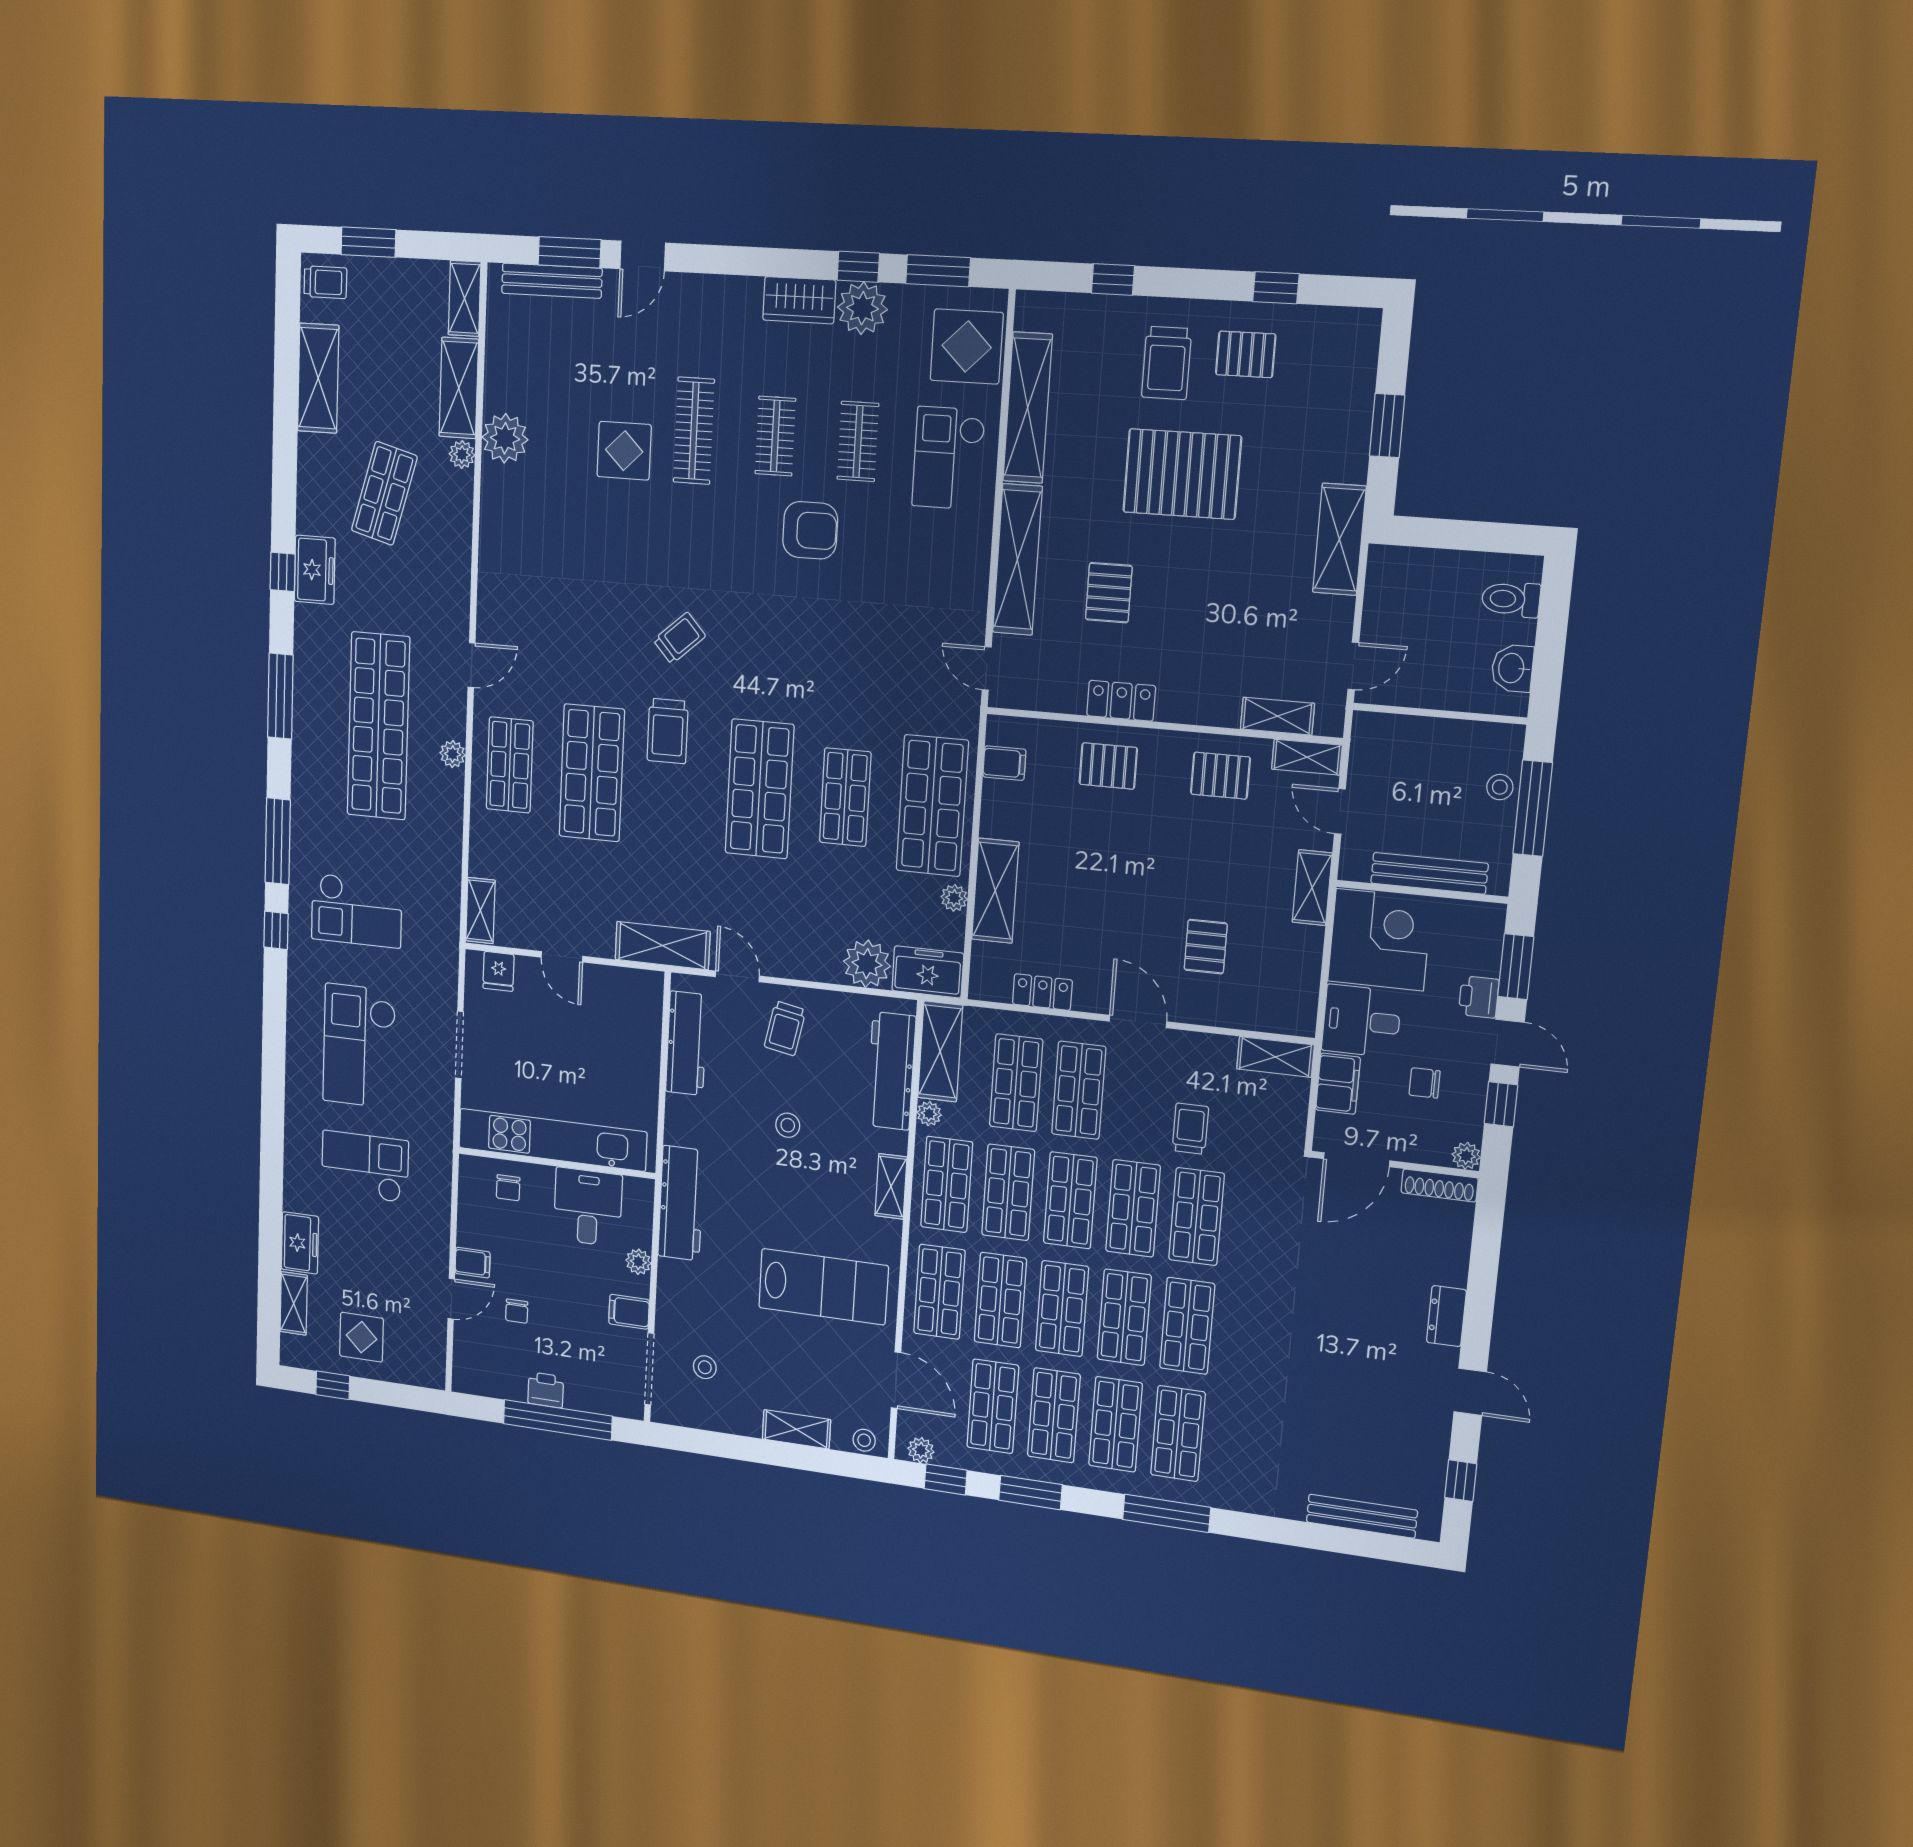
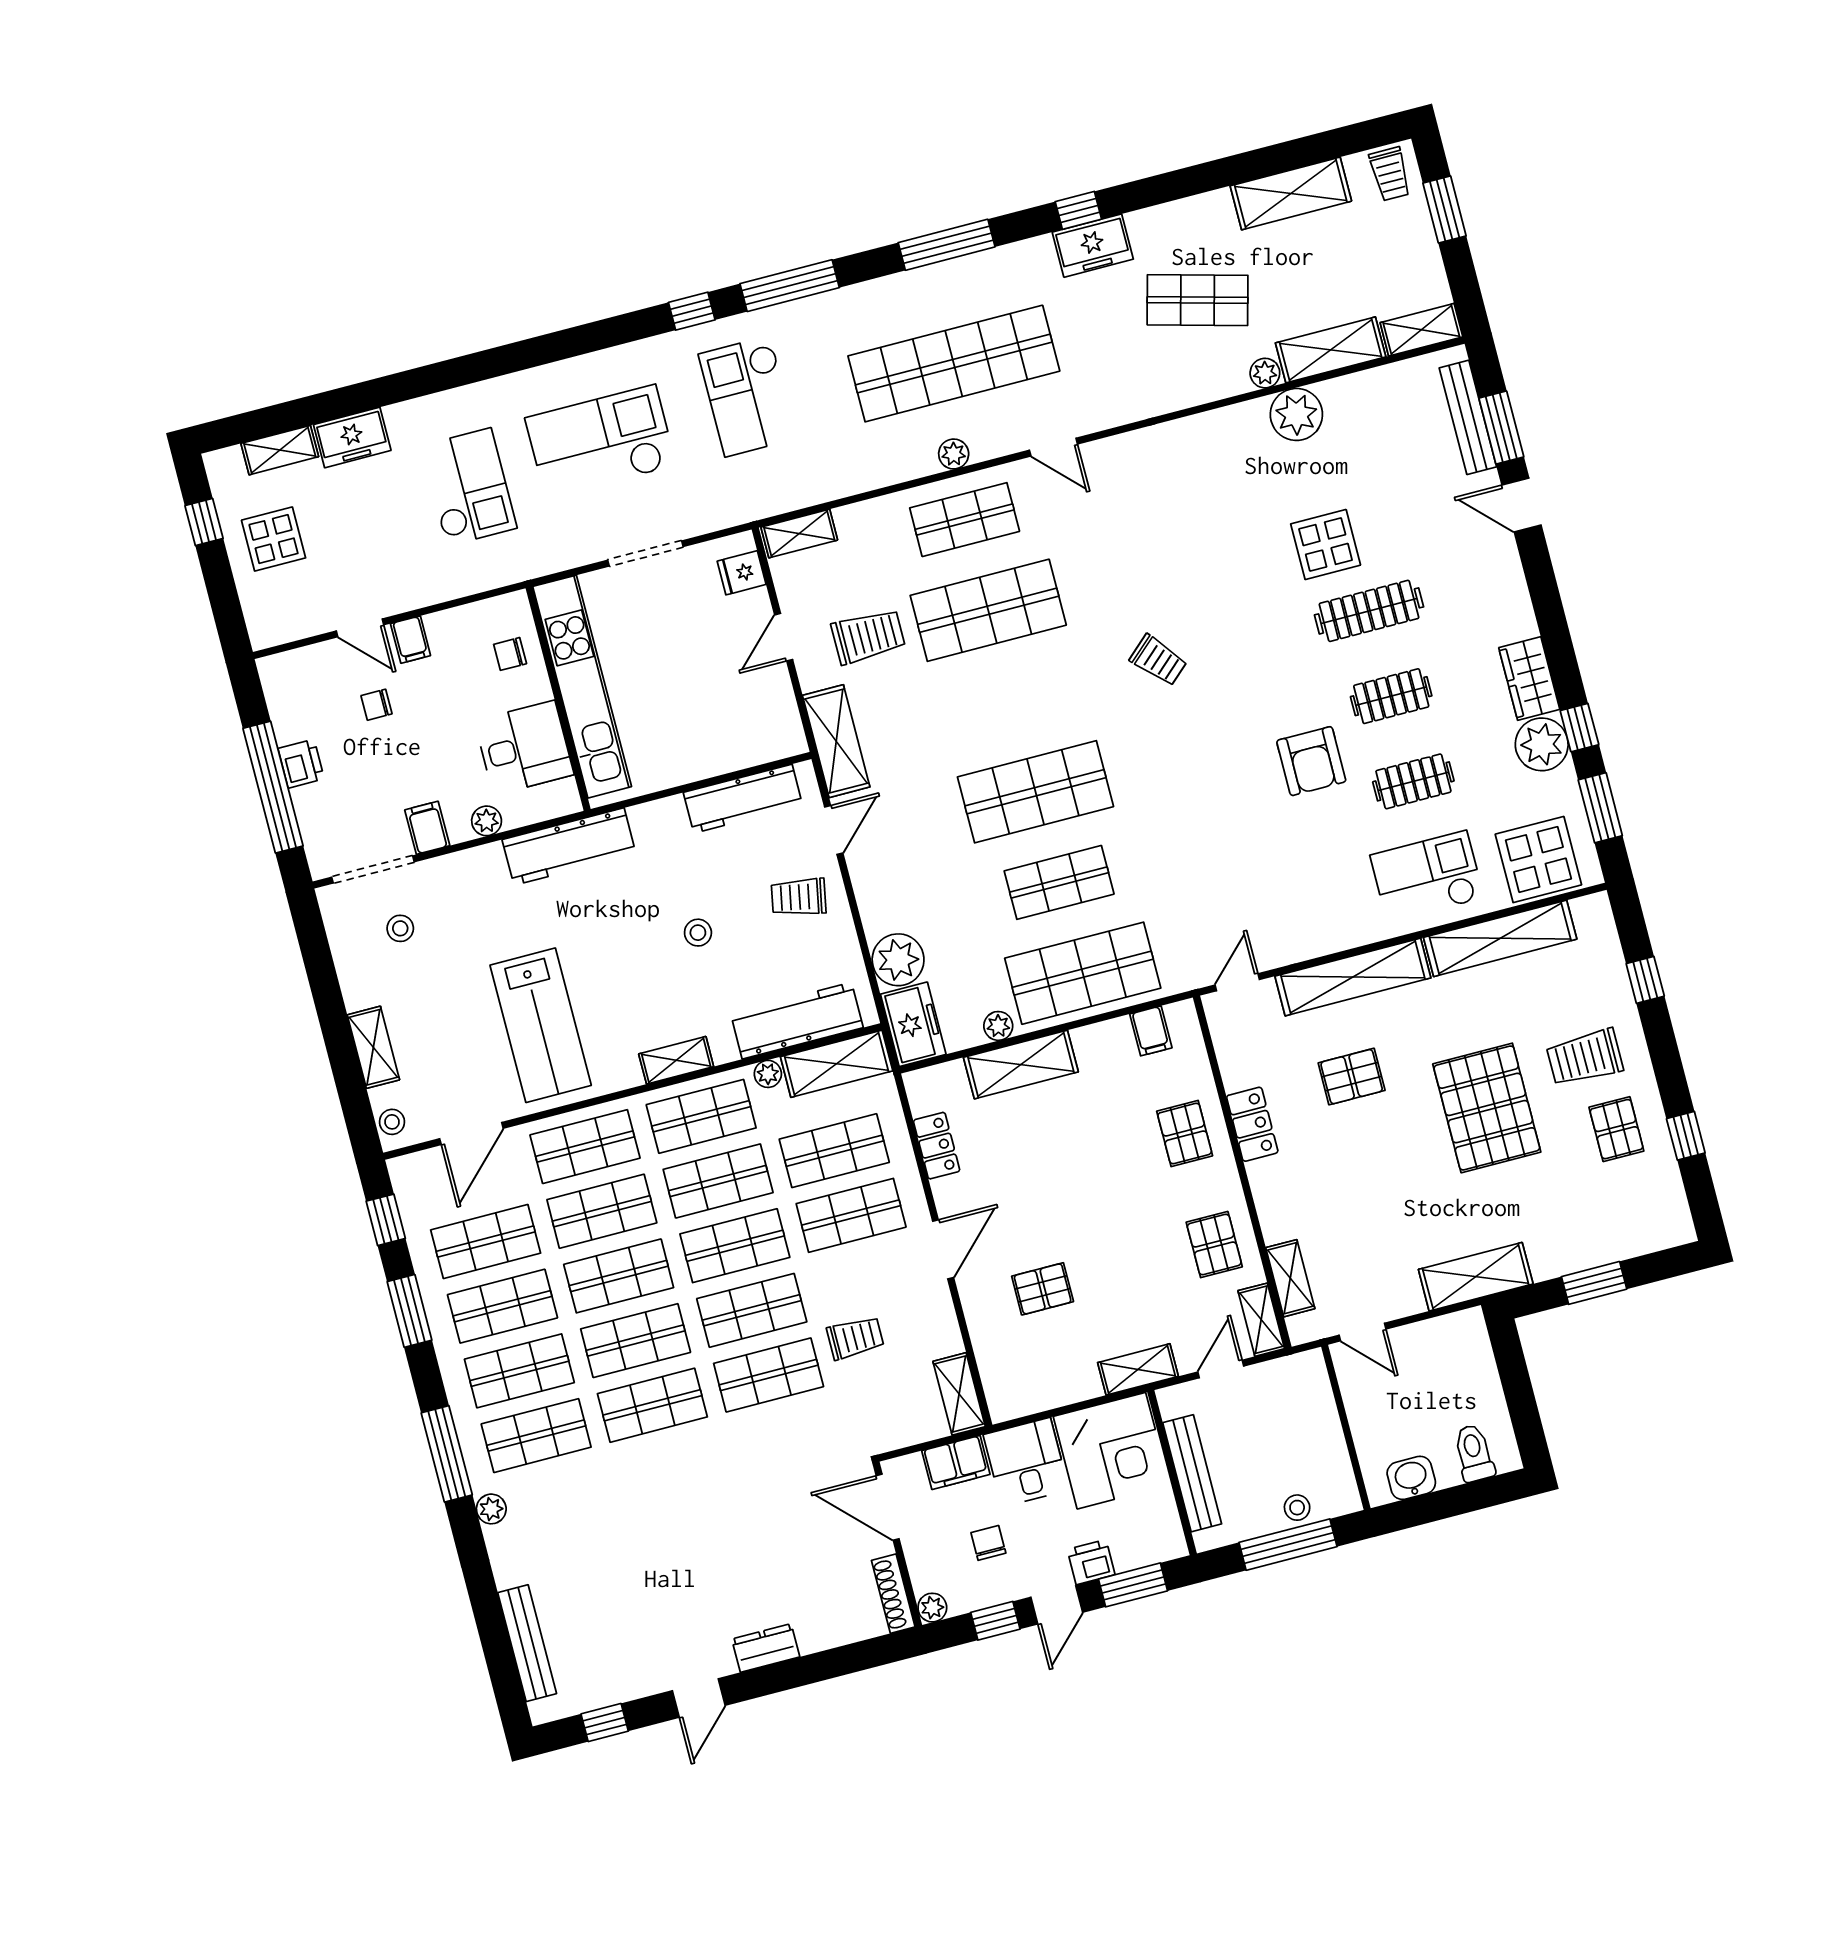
trolley: (668, 731) -> (868, 636), moved, turned 180
plant: (921, 1450) -> (491, 1509), moved

